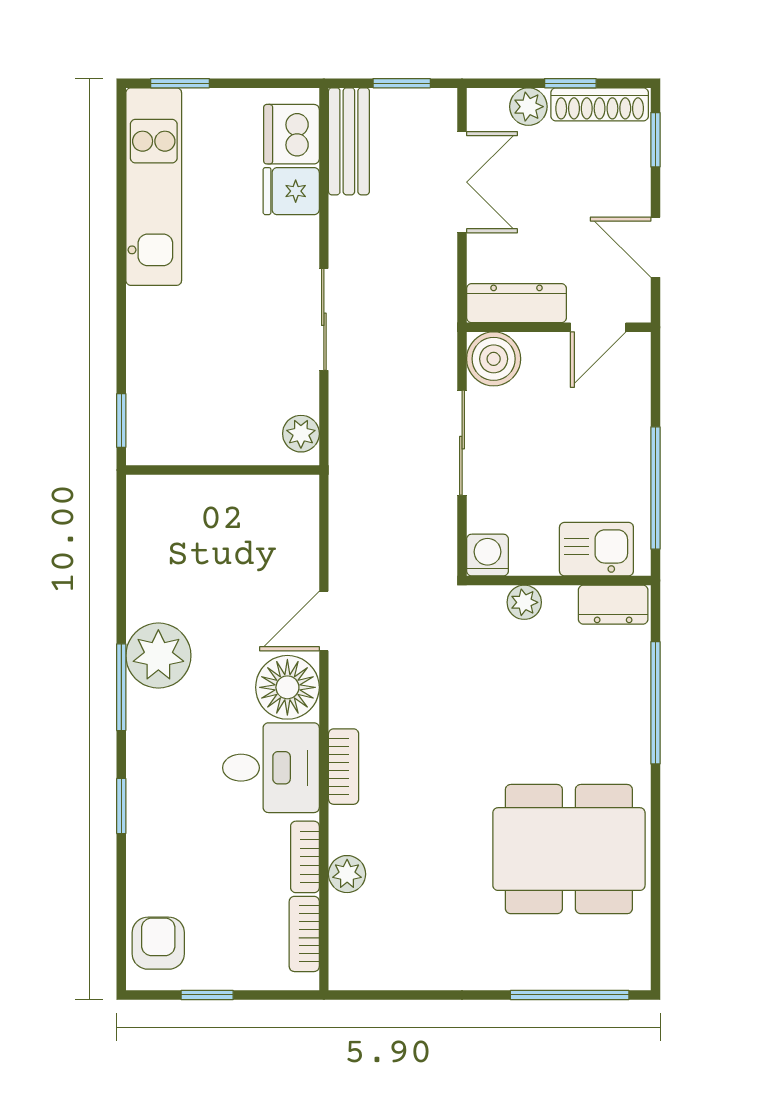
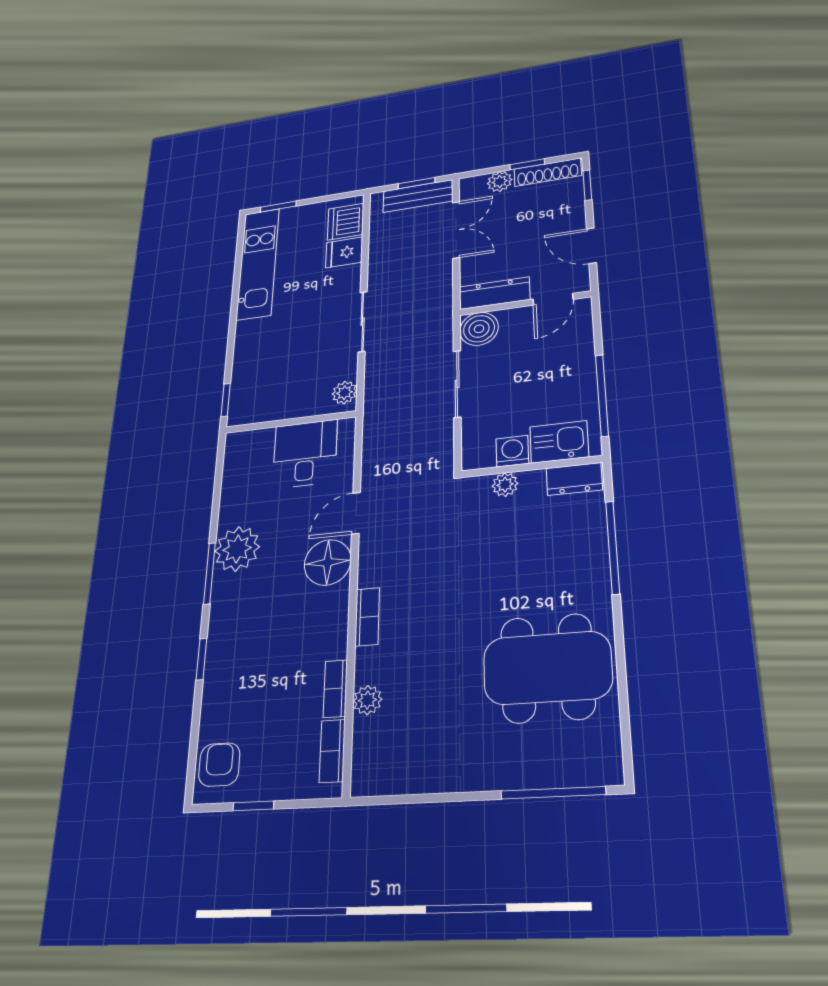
bench: (349, 141) -> (418, 196), moved, turned 90
washing machine: (488, 555) -> (512, 451), moved
desk: (271, 768) -> (305, 454), moved, turned -90

